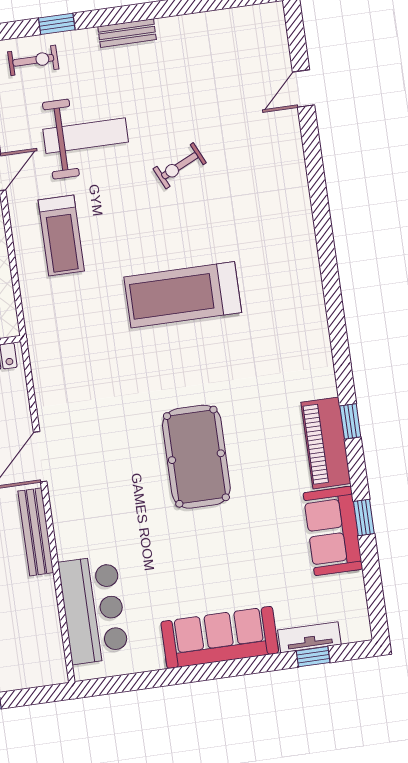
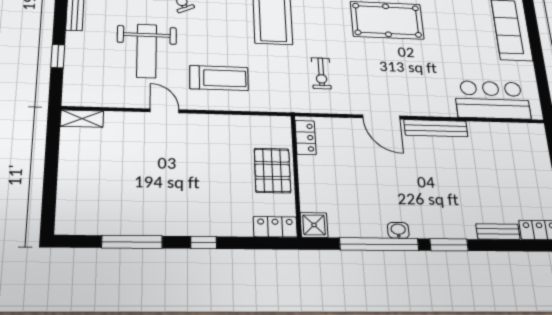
exercise bike: (33, 60) -> (321, 73), moved, turned 180
weight bench: (86, 136) -> (147, 51), turned 180

